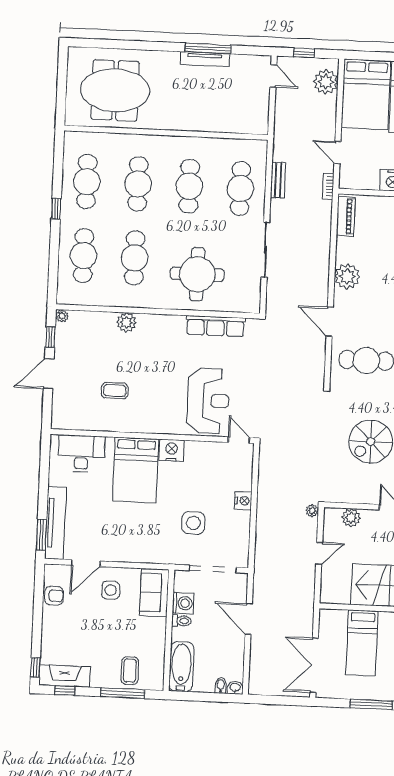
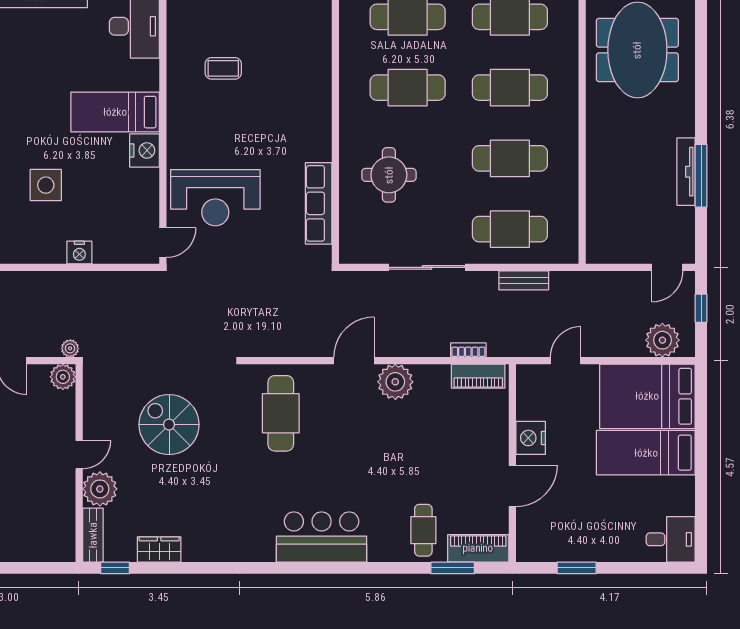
bookcase: (328, 186) -> (468, 350), moved
round table: (197, 274) -> (389, 175), width x0.73, depth x0.73
plant: (126, 322) -> (318, 80), removed
door: (330, 322) -> (354, 361), moved
coffee table: (115, 391) -> (223, 68), turned 90
bed: (136, 470) -> (115, 112), width x0.67
plant: (351, 518) -> (63, 377), moved

